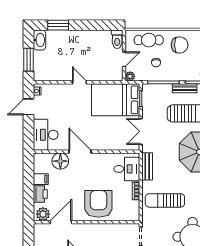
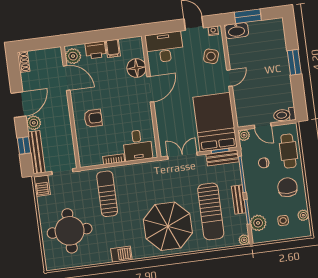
window: (58, 25) -> (294, 62), moved
washbasin: (39, 40) -> (236, 31), moved
chair: (180, 45) -> (287, 187), turned 180
side table: (59, 96) -> (211, 56), added
bench: (147, 166) -> (223, 158), moved
armchair: (98, 204) -> (93, 118), width x0.53, depth x0.53

